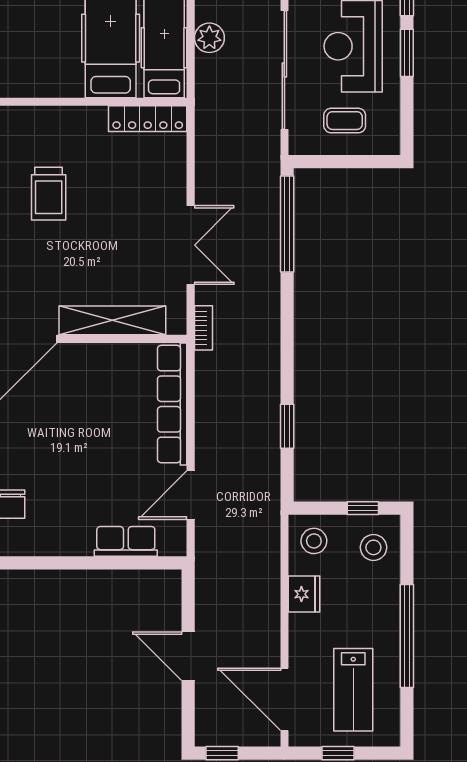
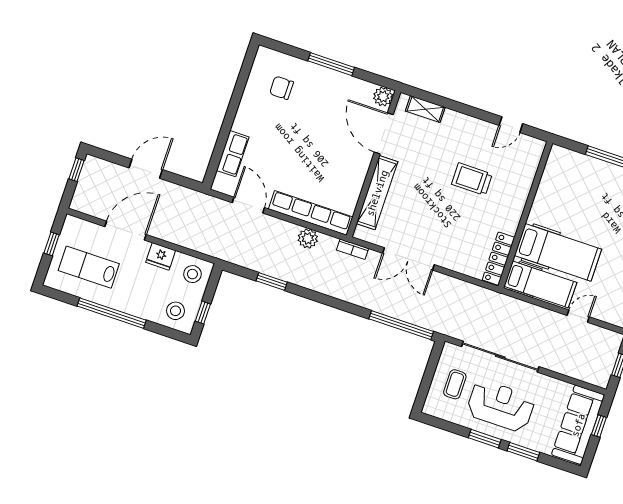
plant: (209, 38) -> (308, 238), moved
door: (284, 699) -> (126, 231), moved

